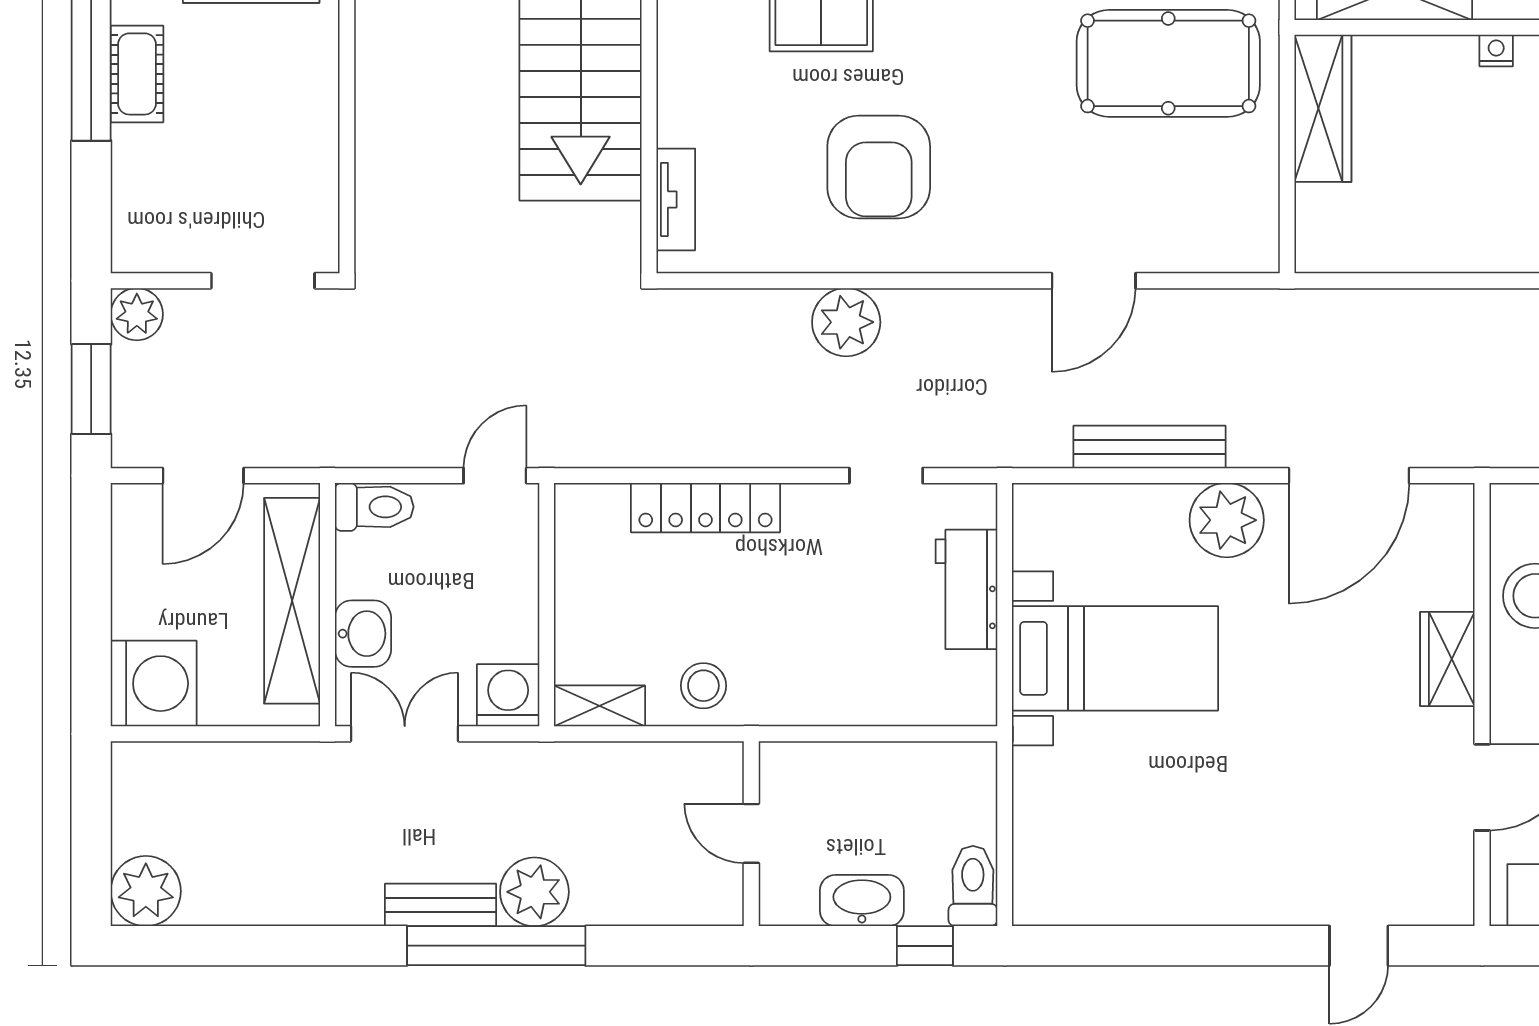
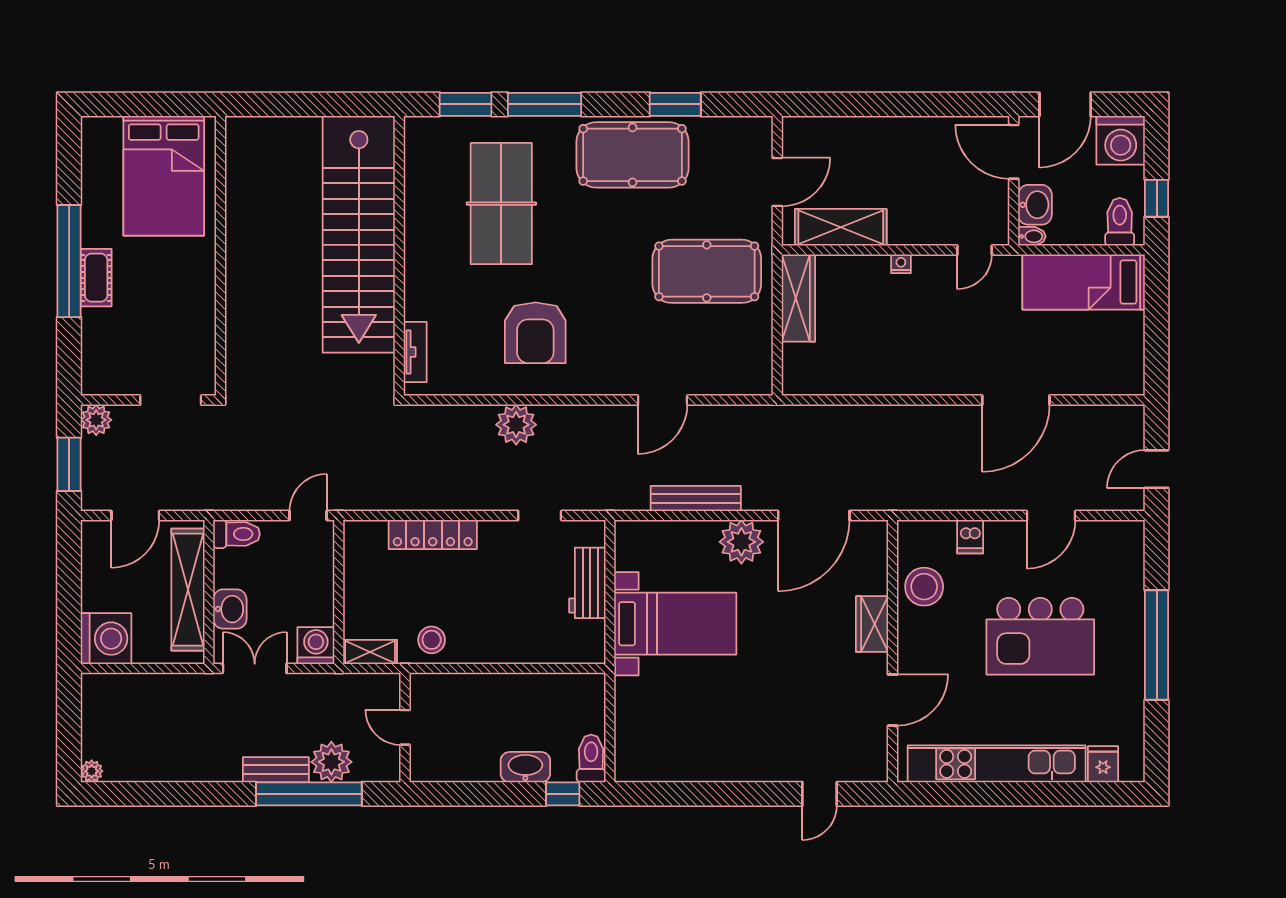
door: (751, 833) -> (405, 727), moved
wall: (751, 834) -> (405, 727), moved
plant: (146, 891) -> (92, 771), width x0.53, depth x0.53

